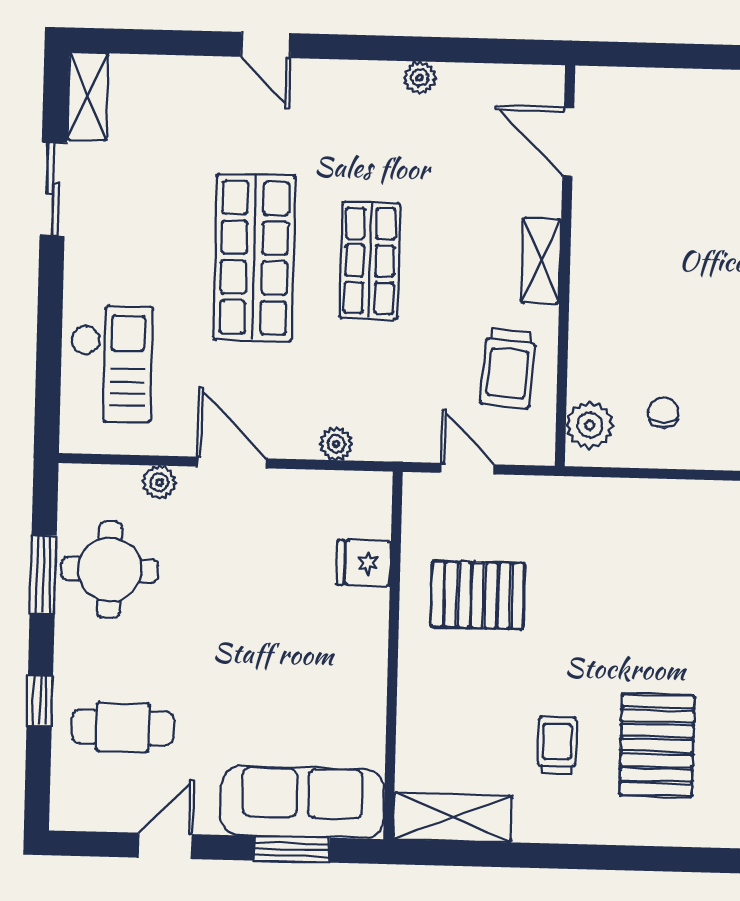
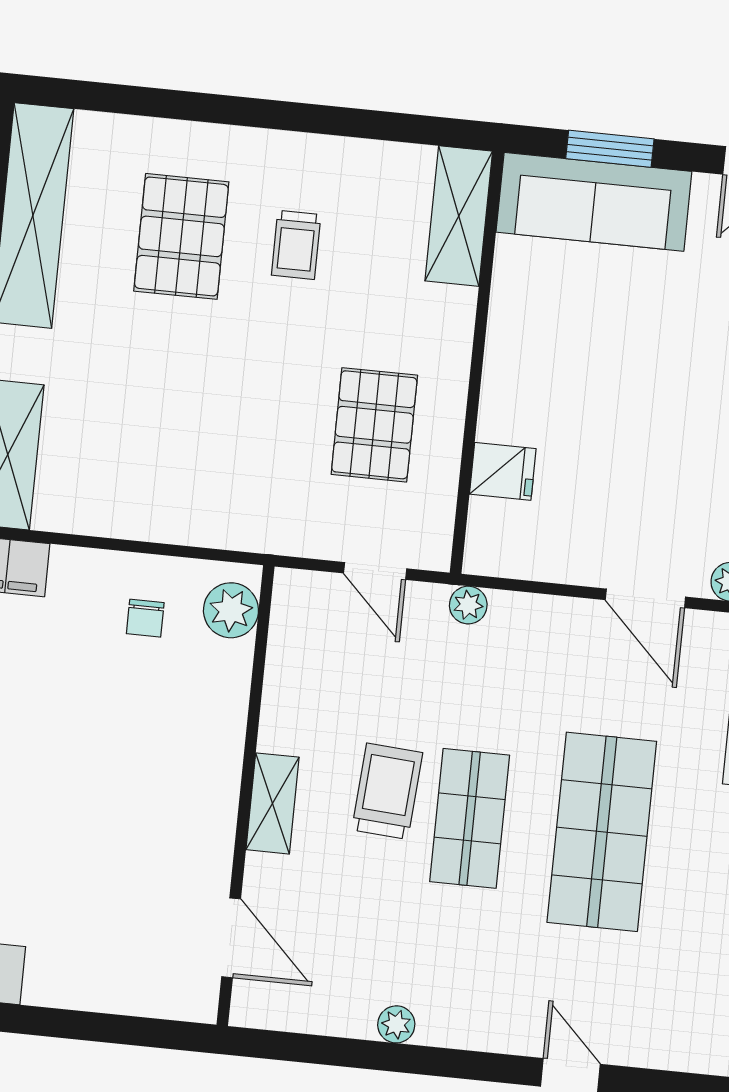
trolley: (508, 368) -> (387, 791), moved
plant: (336, 444) -> (468, 605), moved
pallet: (478, 595) -> (374, 425), turned 90
shelving: (453, 817) -> (459, 216), moved, turned 90

